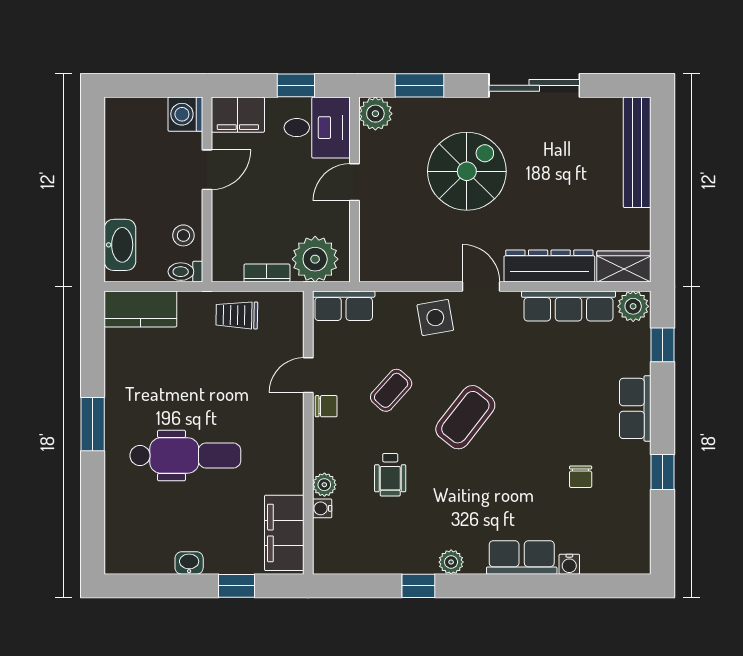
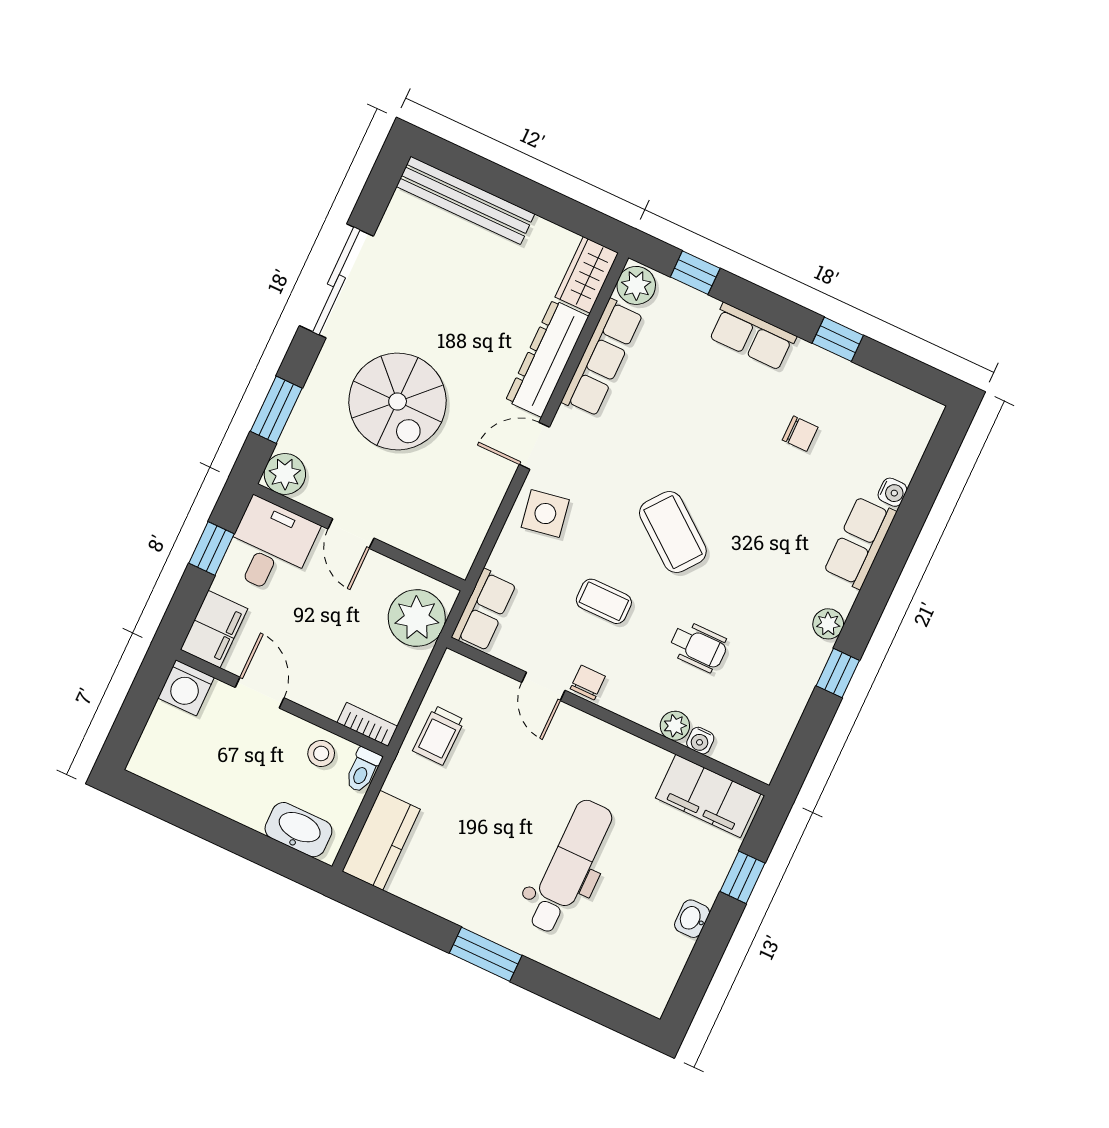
spiral stairs: (467, 171) -> (398, 402), turned 180
bookcase: (267, 273) -> (367, 724), moved, turned 90
coffee table: (391, 390) -> (604, 601), turned -42

